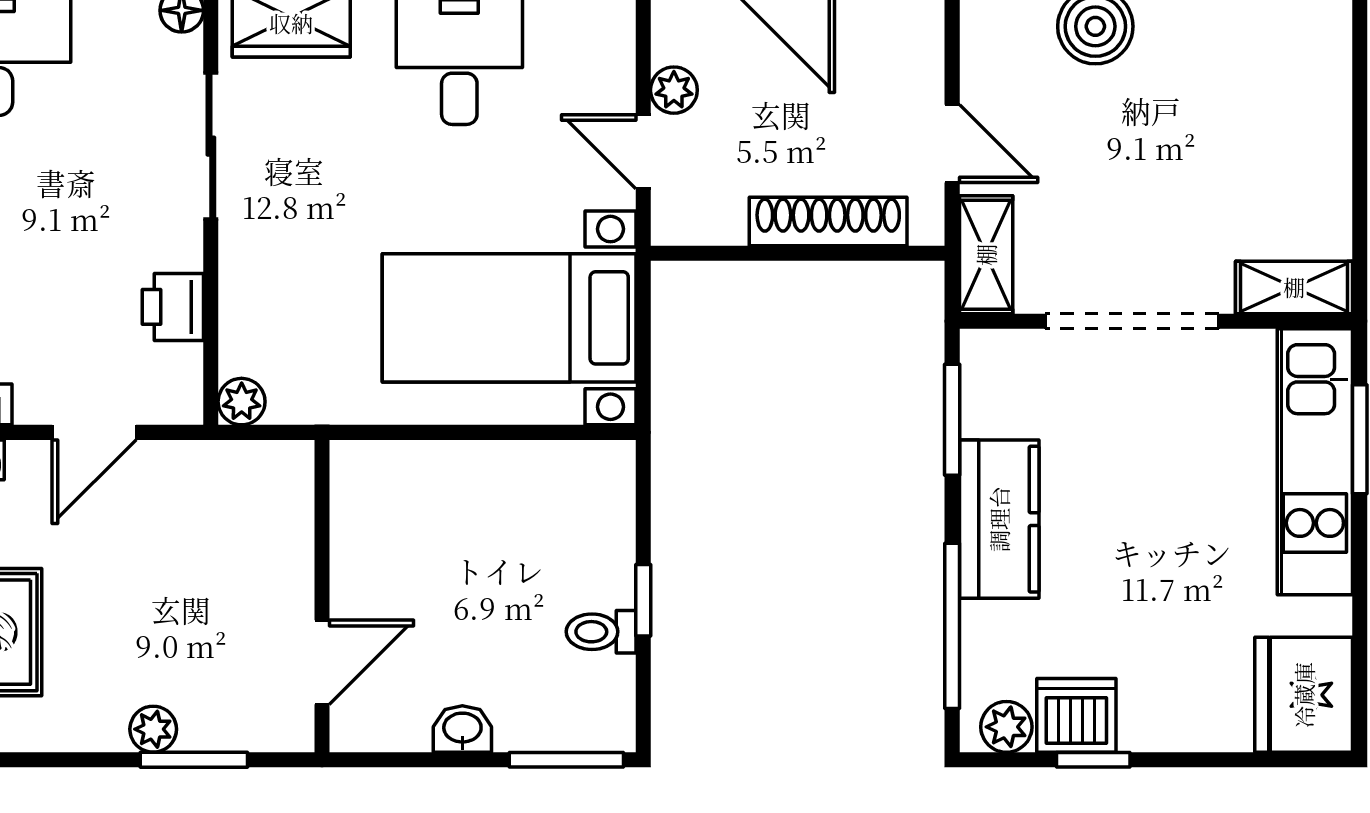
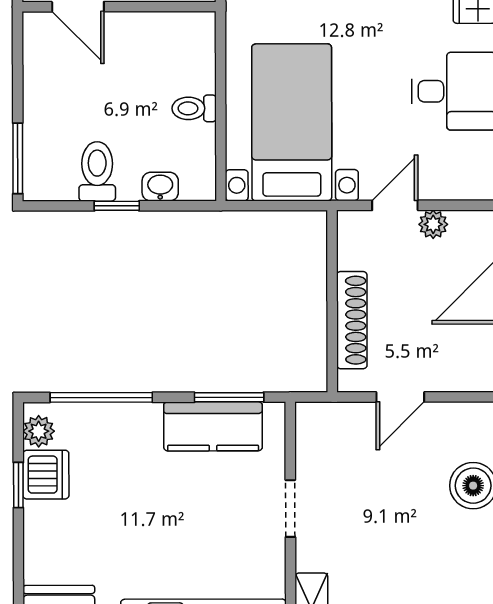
shelving: (986, 255) -> (331, 418), removed
doorway: (1132, 321) -> (290, 509), width x0.53
toilet: (486, 475) -> (194, 108), added
kitchen counter: (999, 519) -> (213, 426), moved
toilet: (601, 632) -> (97, 171), width x1.37, depth x1.39
washbasin: (462, 729) -> (160, 187), moved, turned -90

